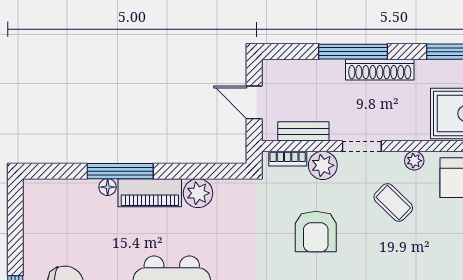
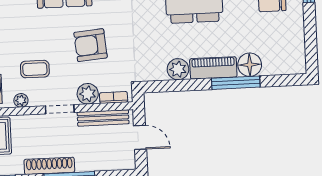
bench: (303, 131) -> (103, 118), width x1.36
floor lamp: (108, 187) -> (250, 65), width x1.89, depth x1.89
coffee table: (393, 202) -> (35, 69), turned -44
armchair: (316, 232) -> (91, 45), turned -95

